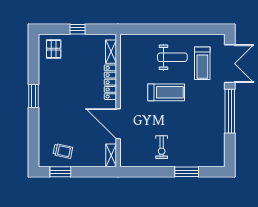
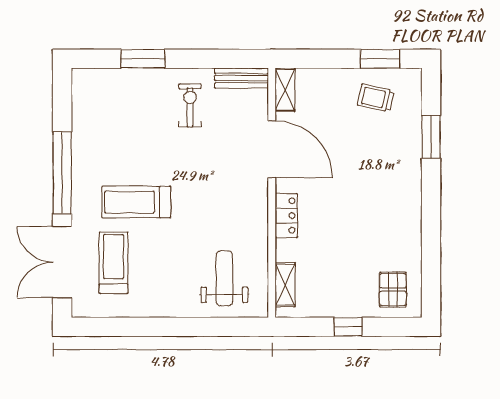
weight bench: (172, 57) -> (224, 278), moved, turned 90
locker: (110, 82) -> (286, 216), width x0.66
treadmill: (166, 92) -> (136, 202), moved
window: (33, 96) -> (431, 137), moved
bench: (134, 162) -> (242, 78), added

